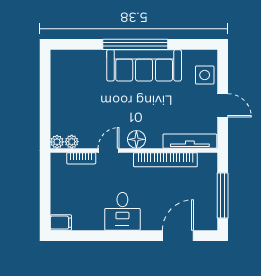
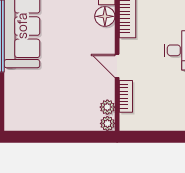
floor lamp: (136, 139) -> (105, 16), moved

